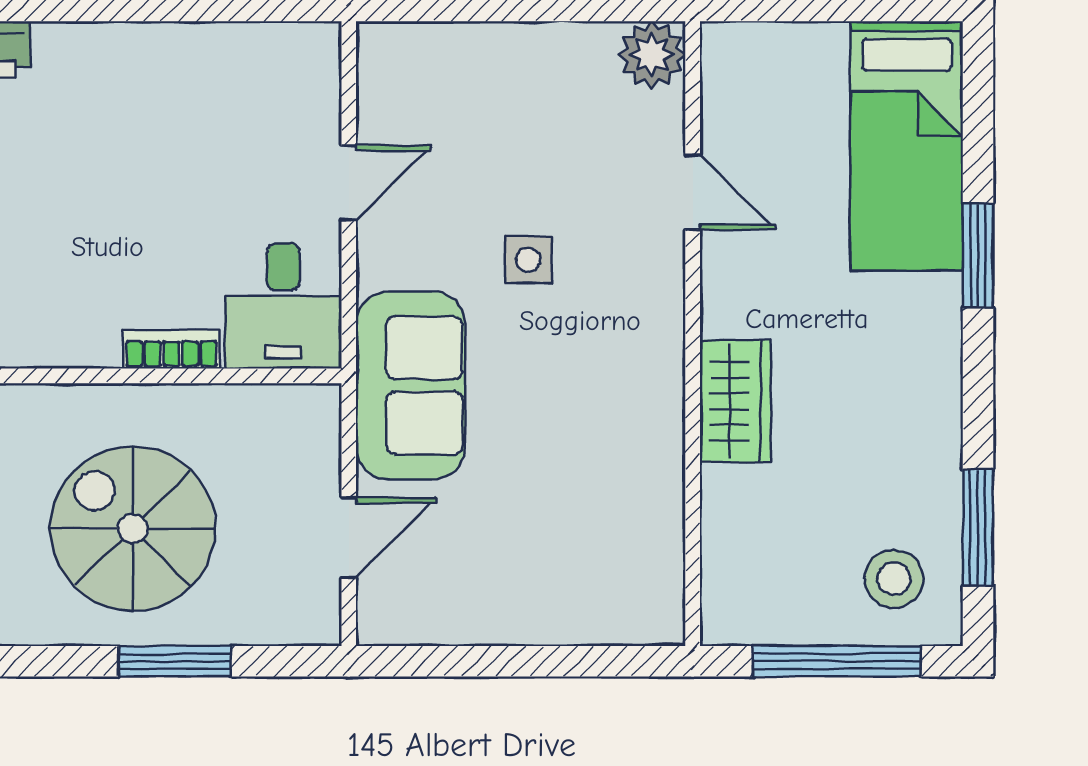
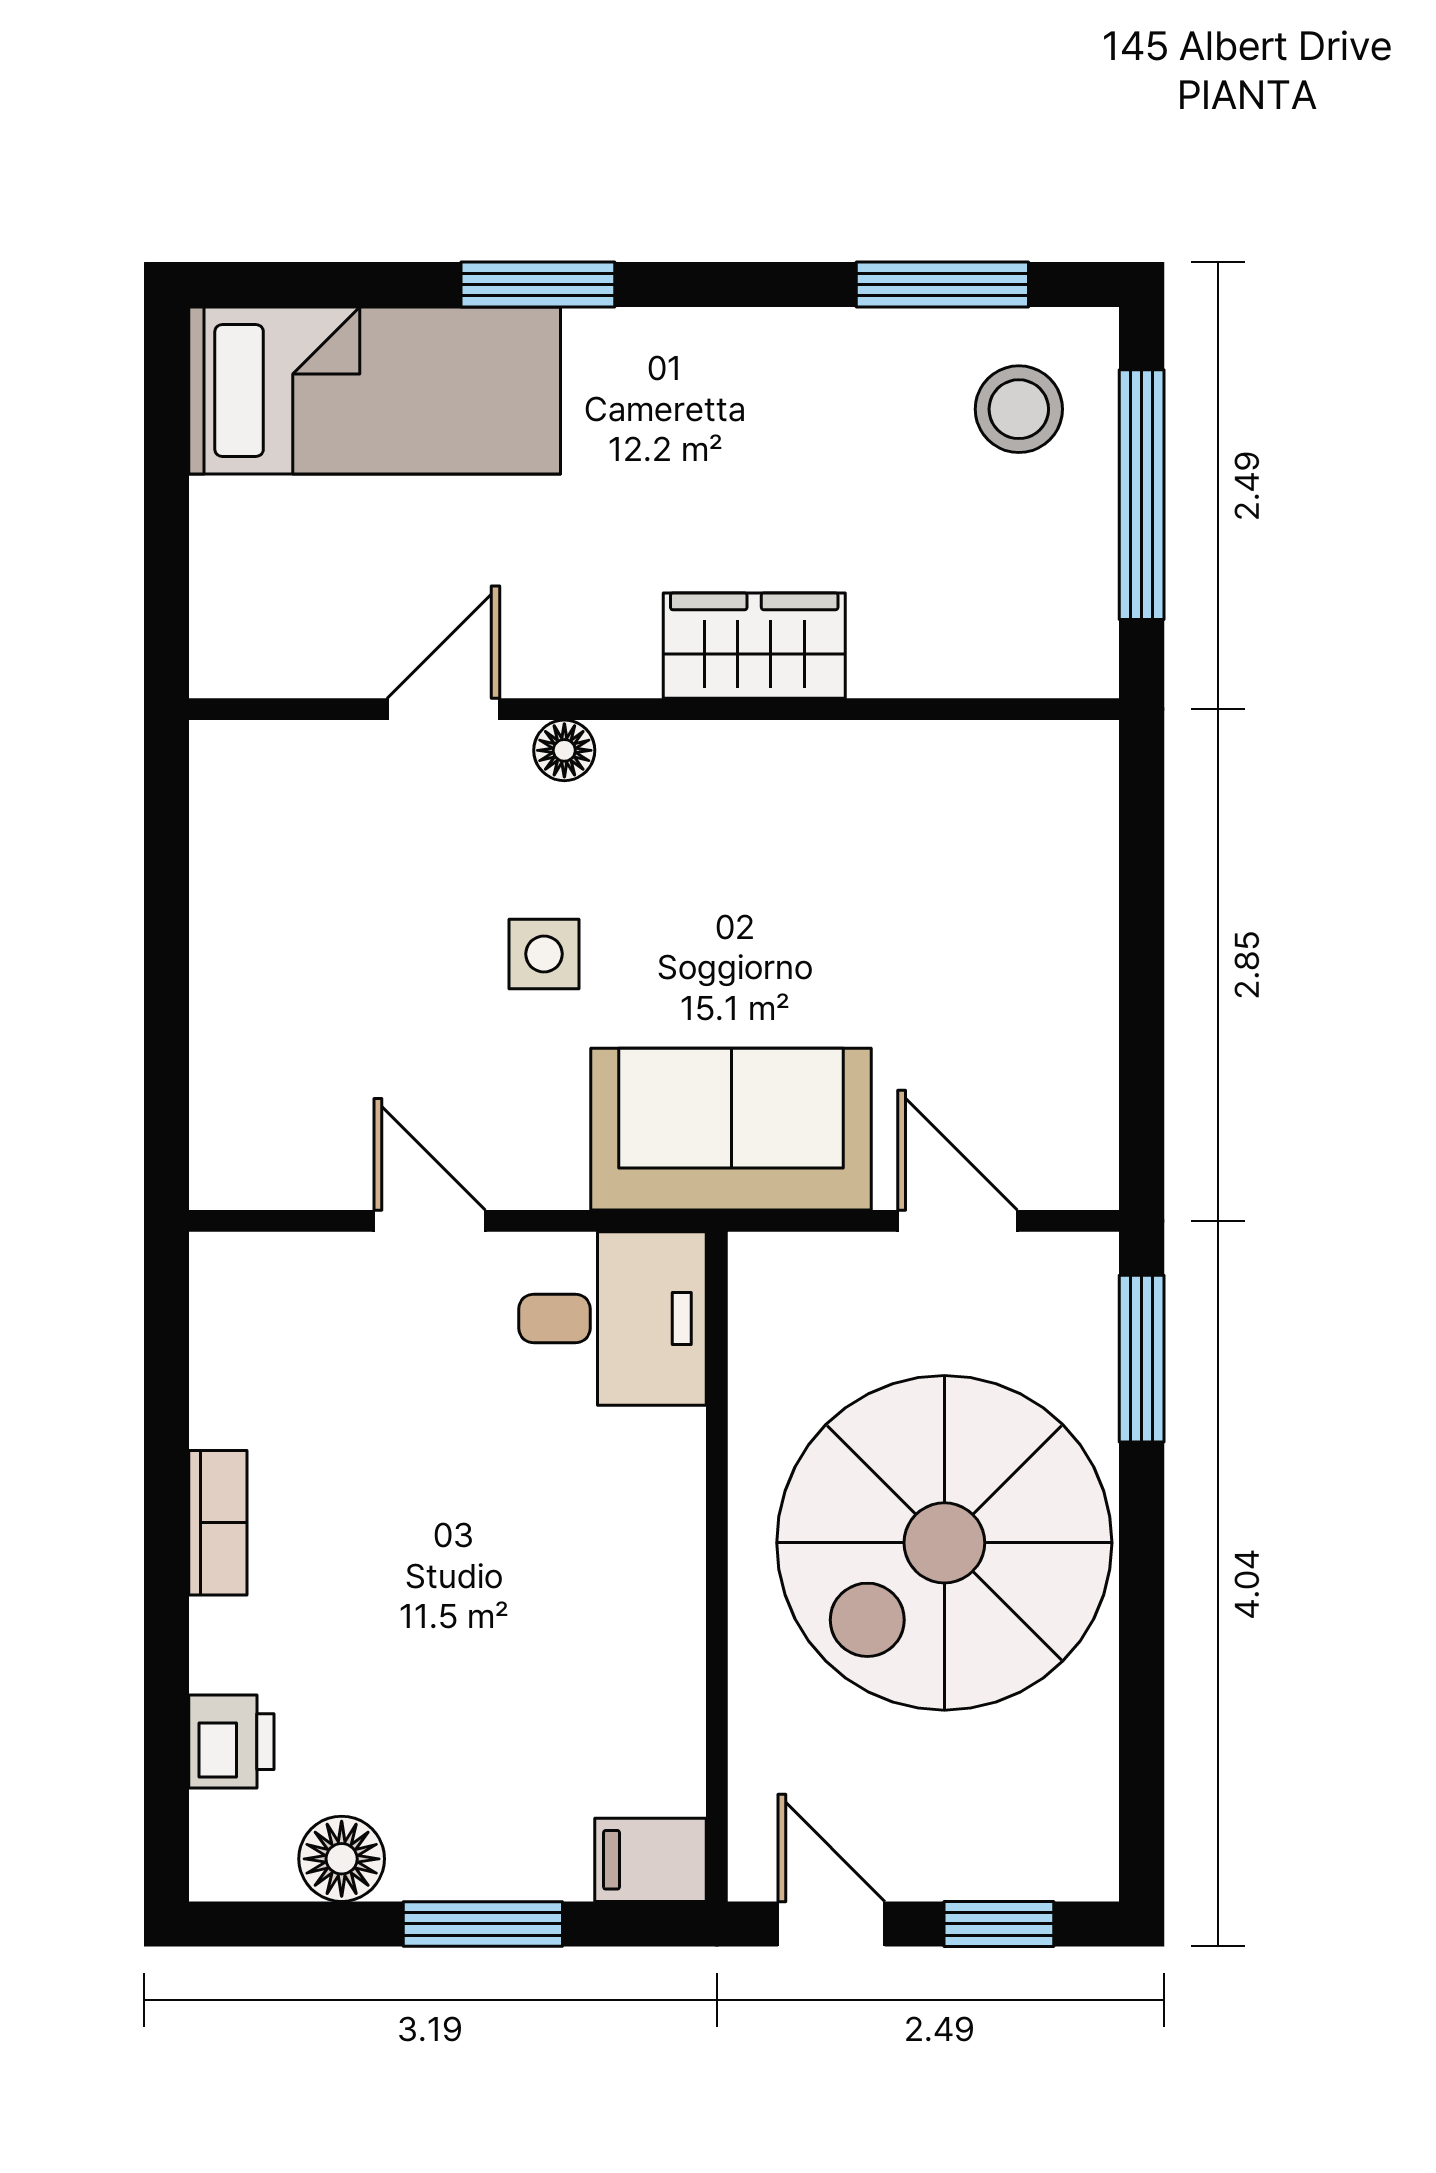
plant: (652, 55) -> (239, 770), removed
floor lamp: (665, 273) -> (564, 750), added
bookcase: (171, 349) -> (218, 1523), moved, turned 180
spiral stairs: (133, 529) -> (944, 1543), width x1.37, depth x1.37
window: (175, 661) -> (1142, 1359), moved

